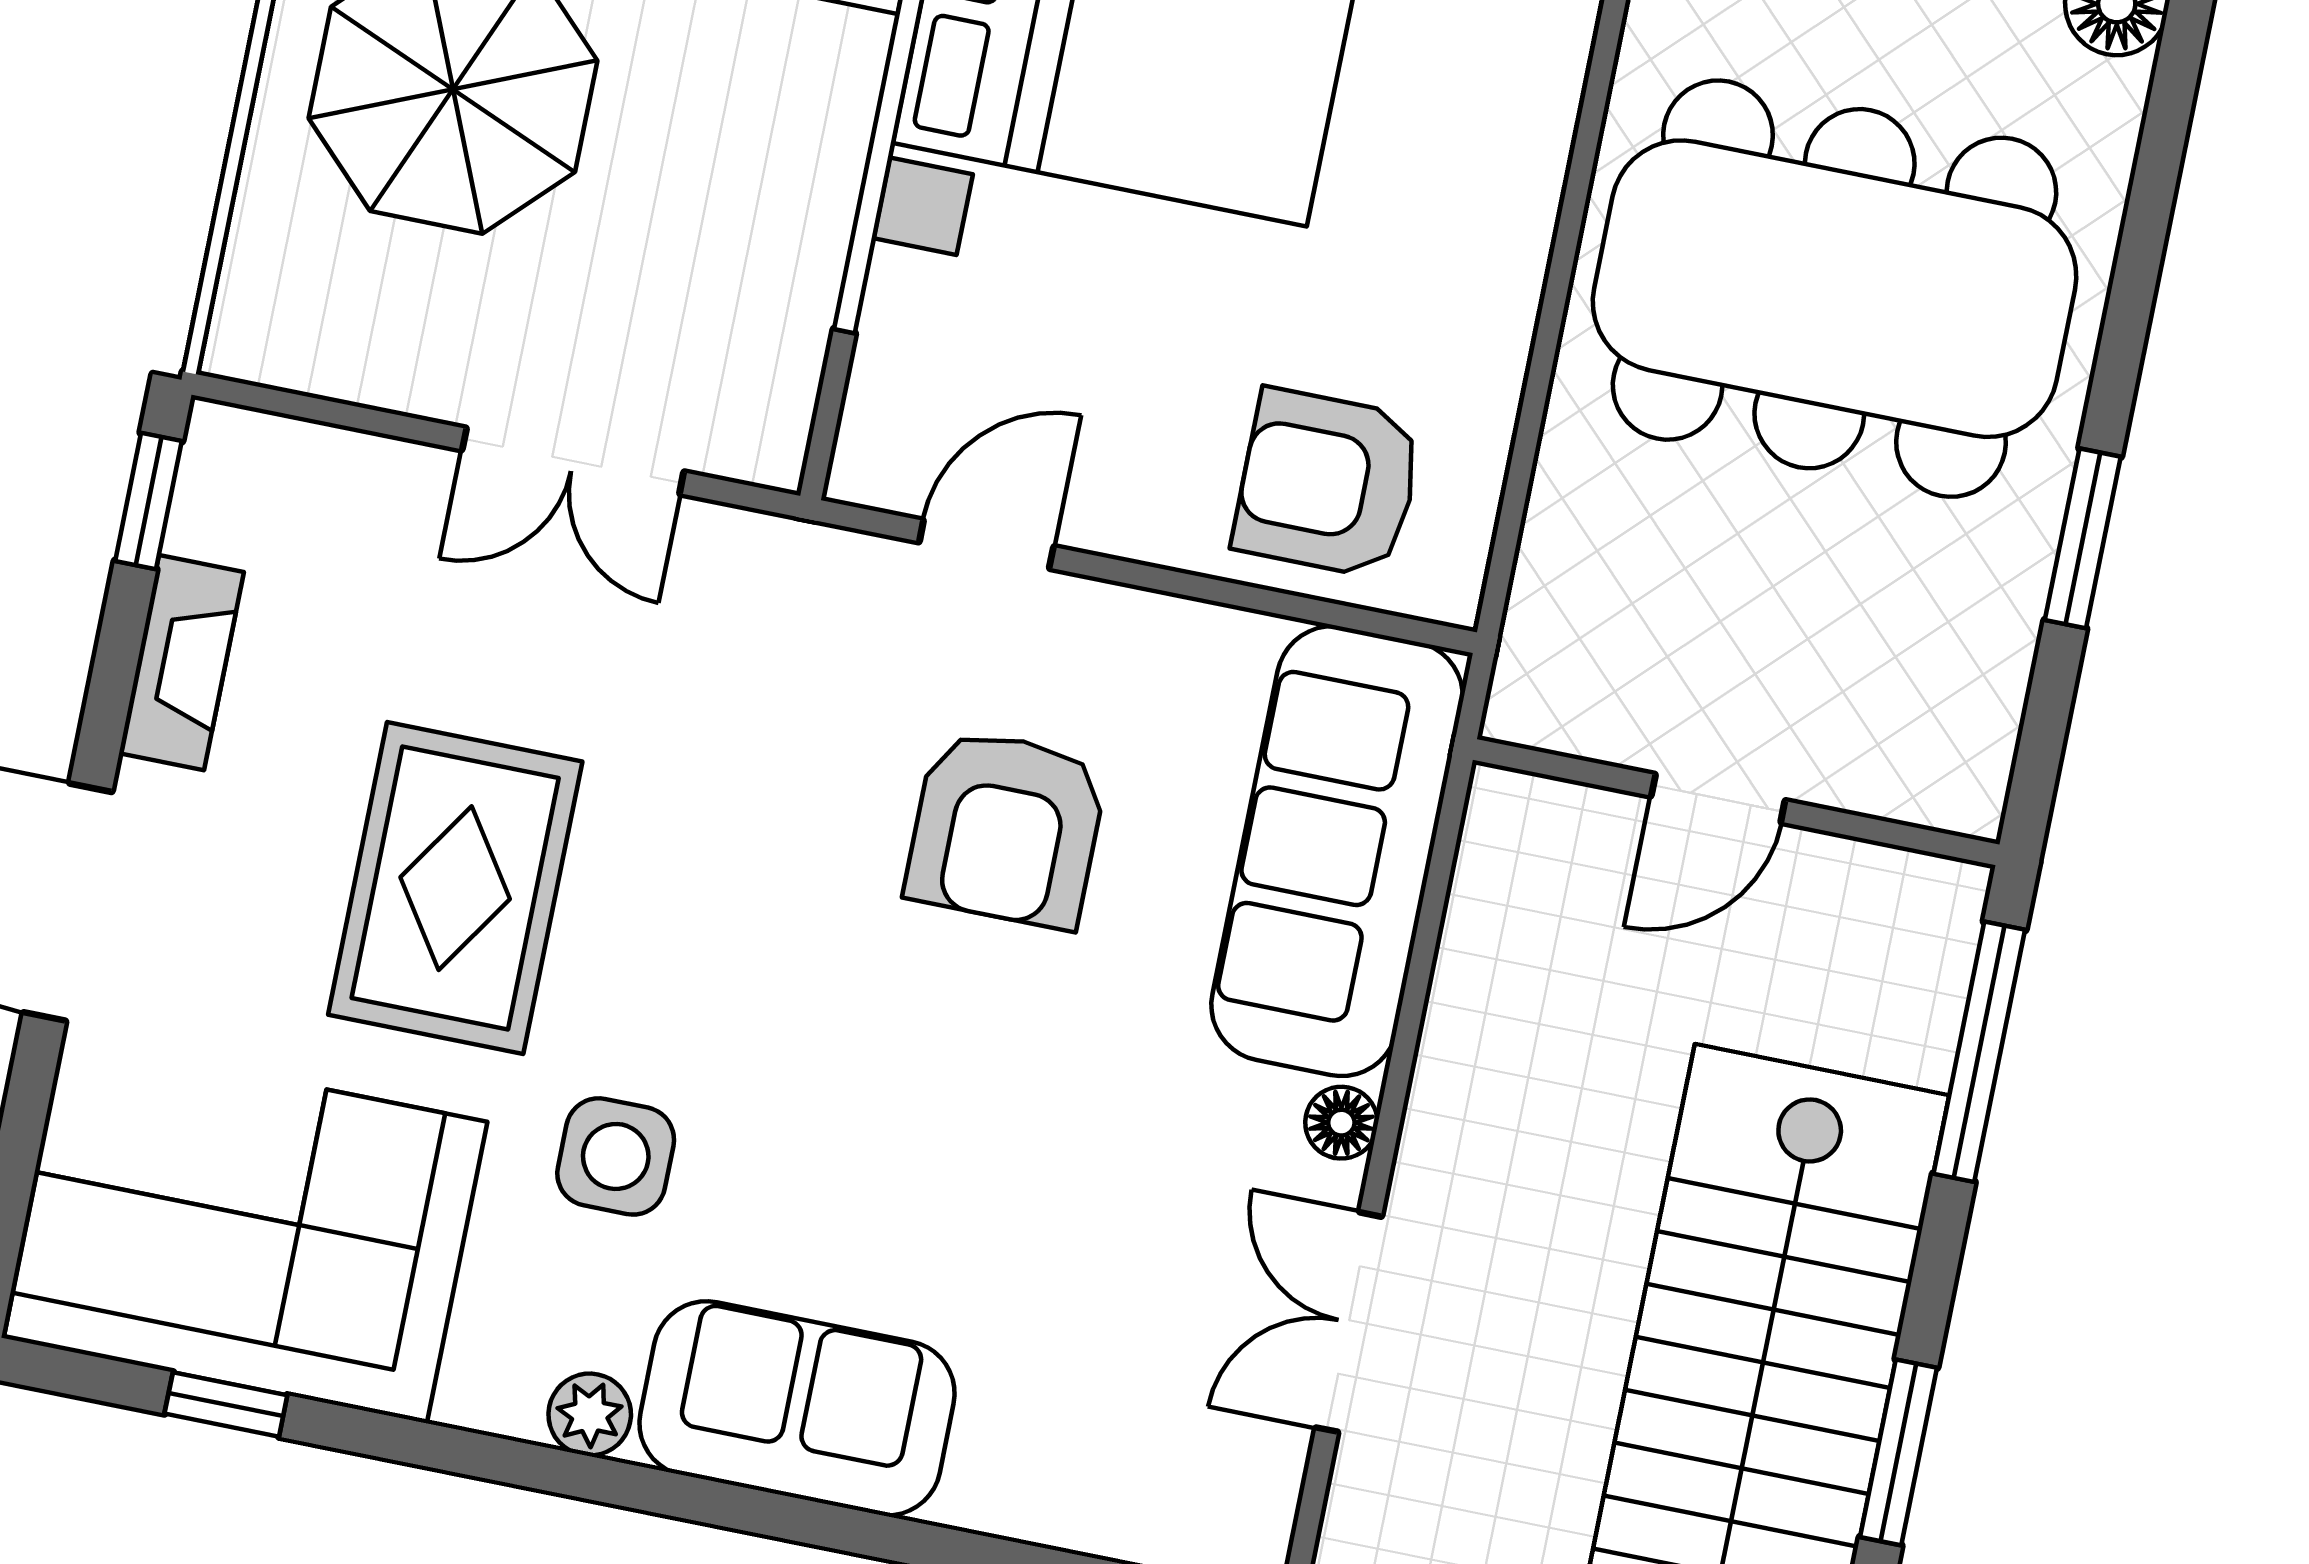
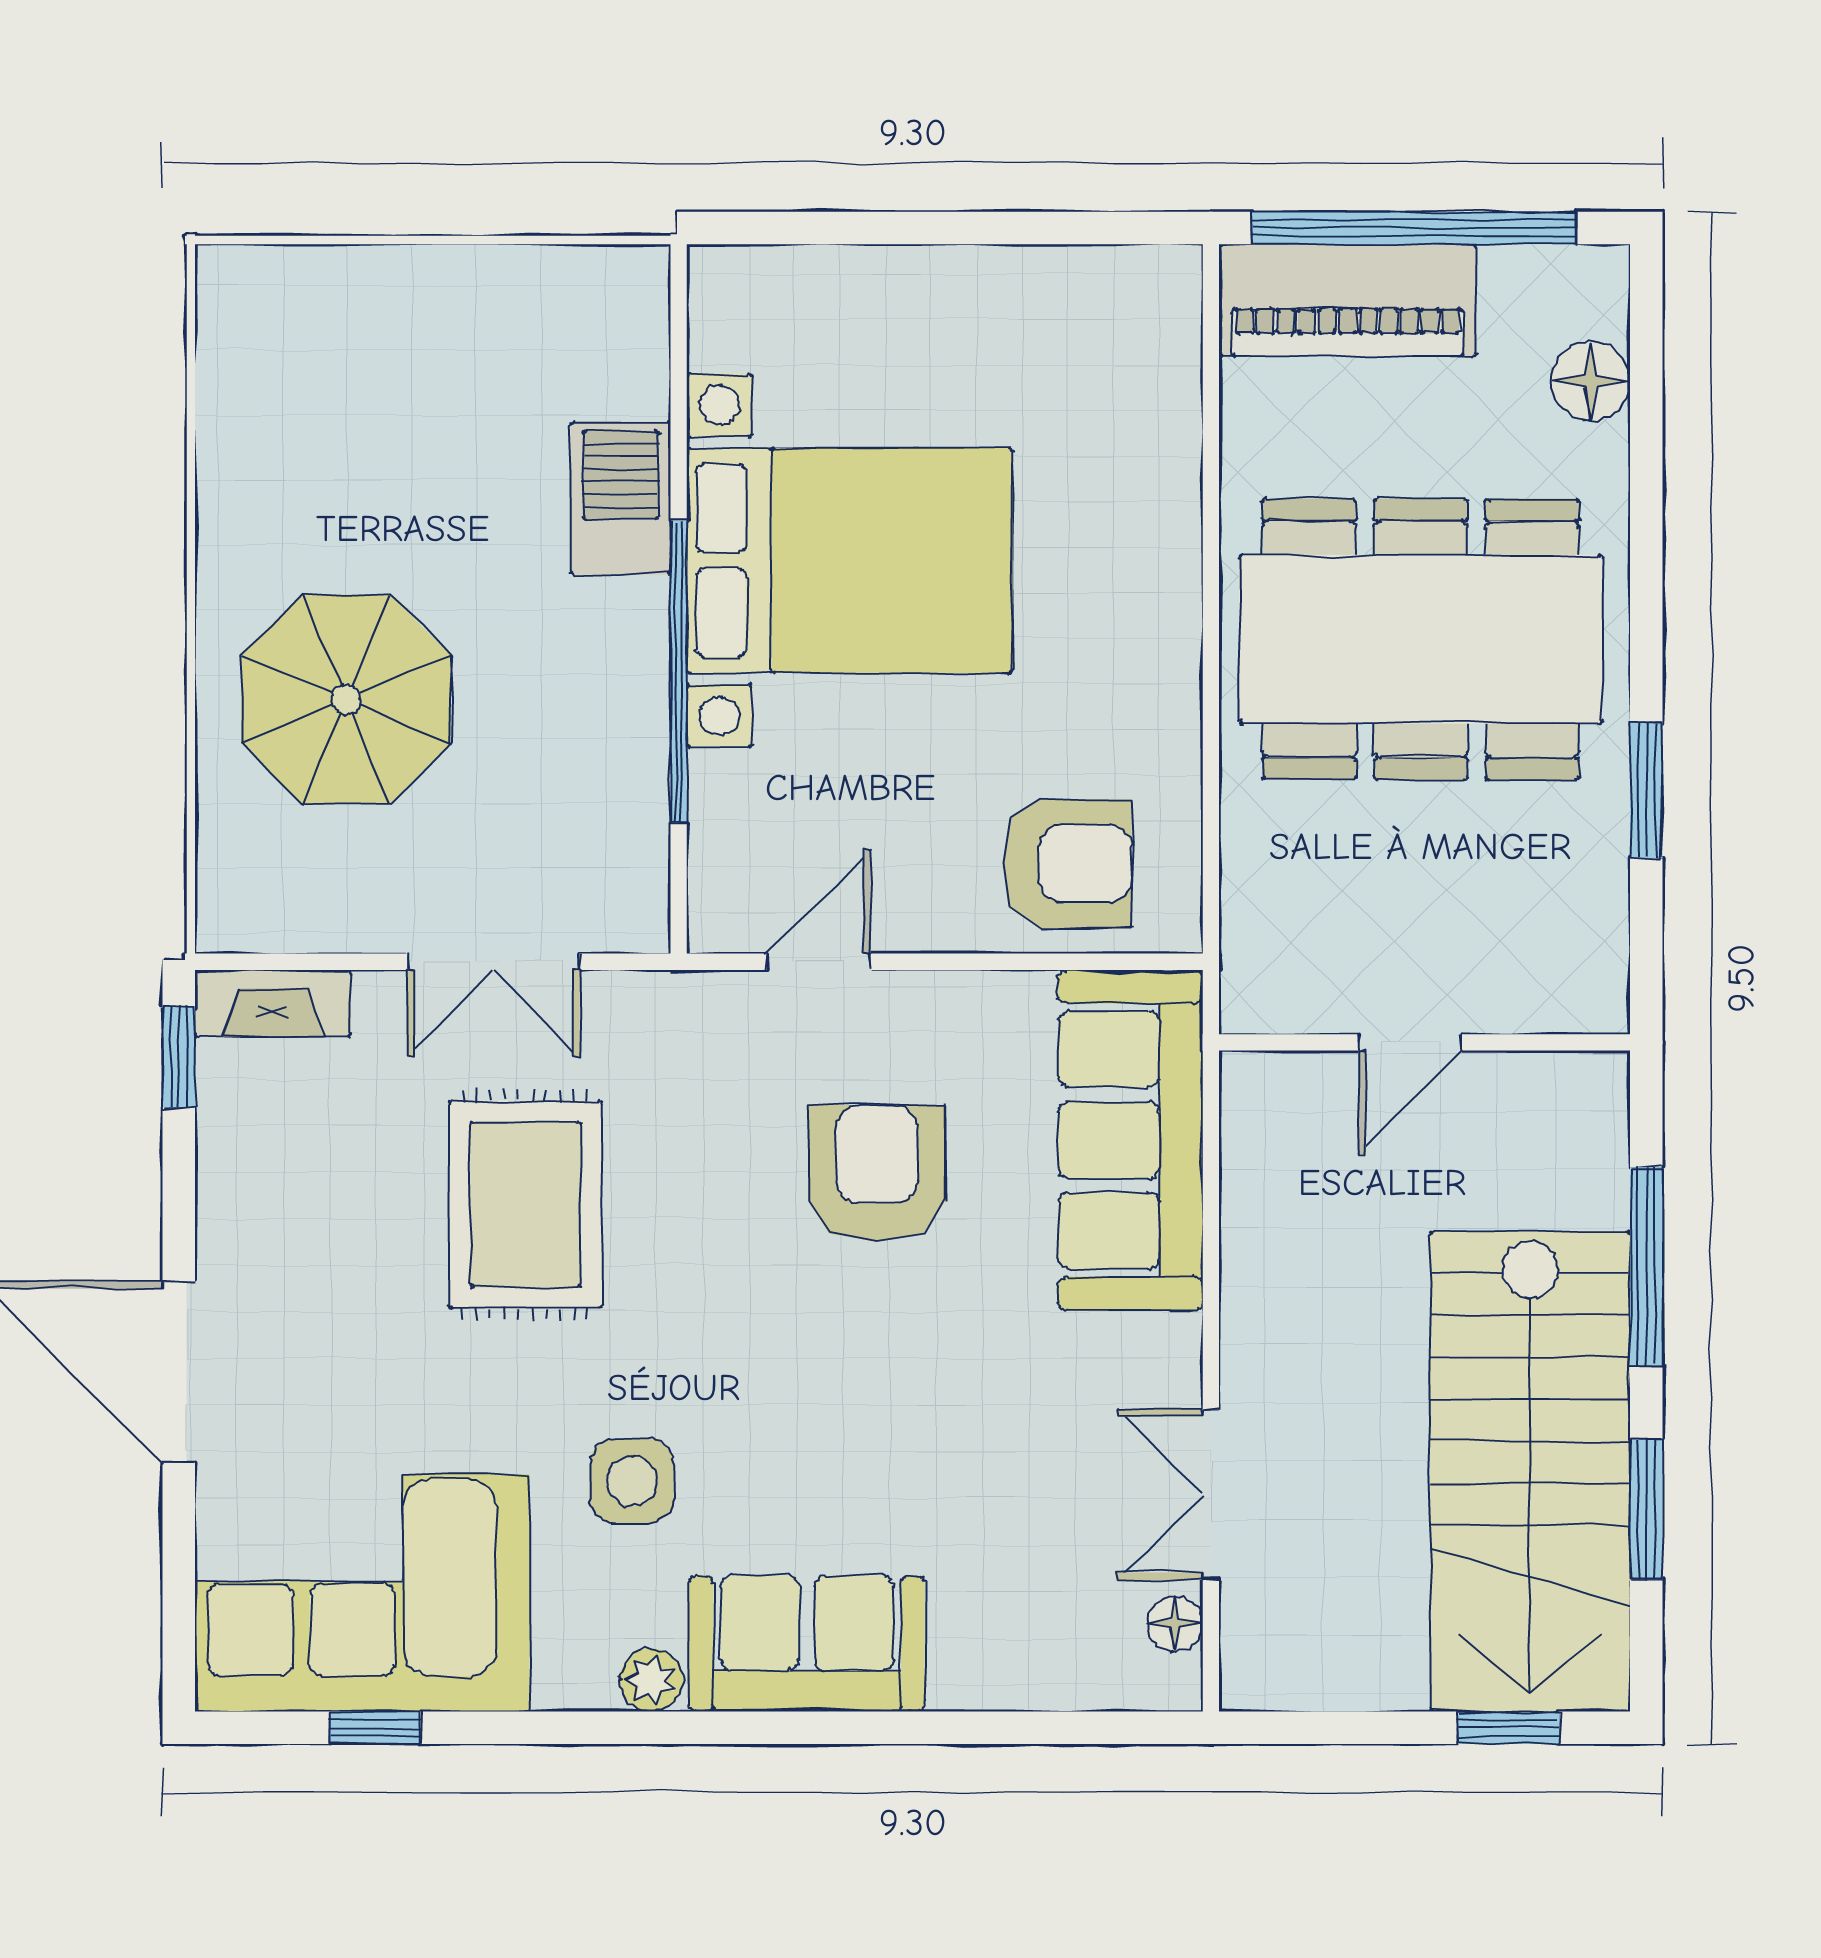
armchair: (1328, 483) -> (1067, 864), turned 180
fireplace: (181, 663) -> (273, 1003), moved, turned 90
armchair: (1006, 828) -> (877, 1173), turned 180
rug: (455, 888) -> (526, 1205), moved
window: (1979, 1052) -> (1646, 1266), moved
floor lamp: (1341, 1123) -> (1175, 1623), moved

